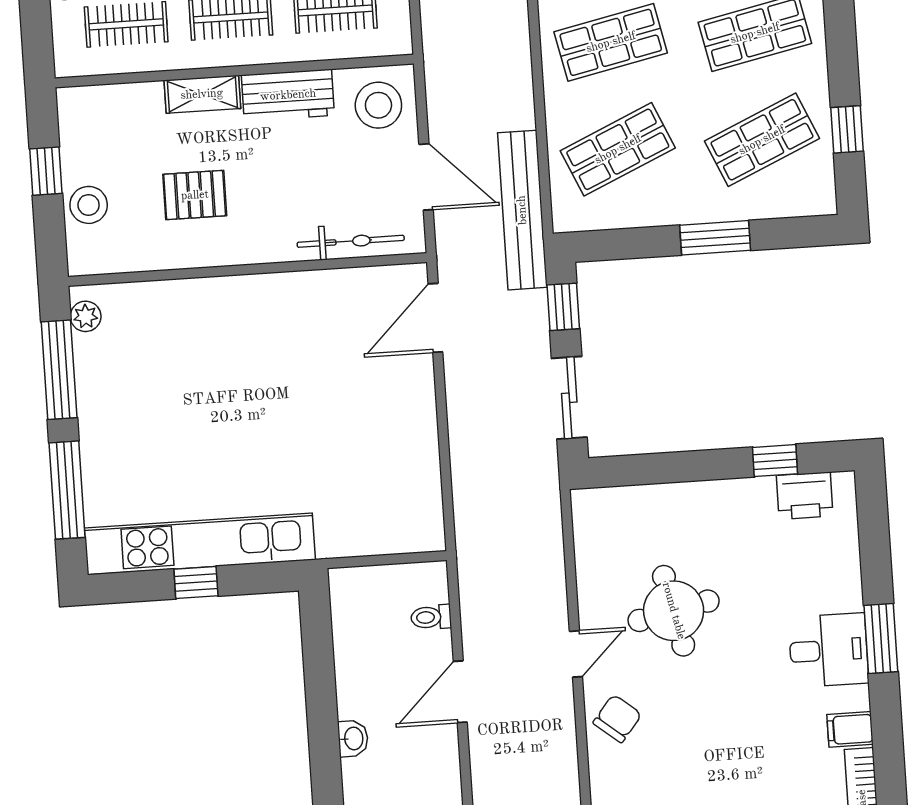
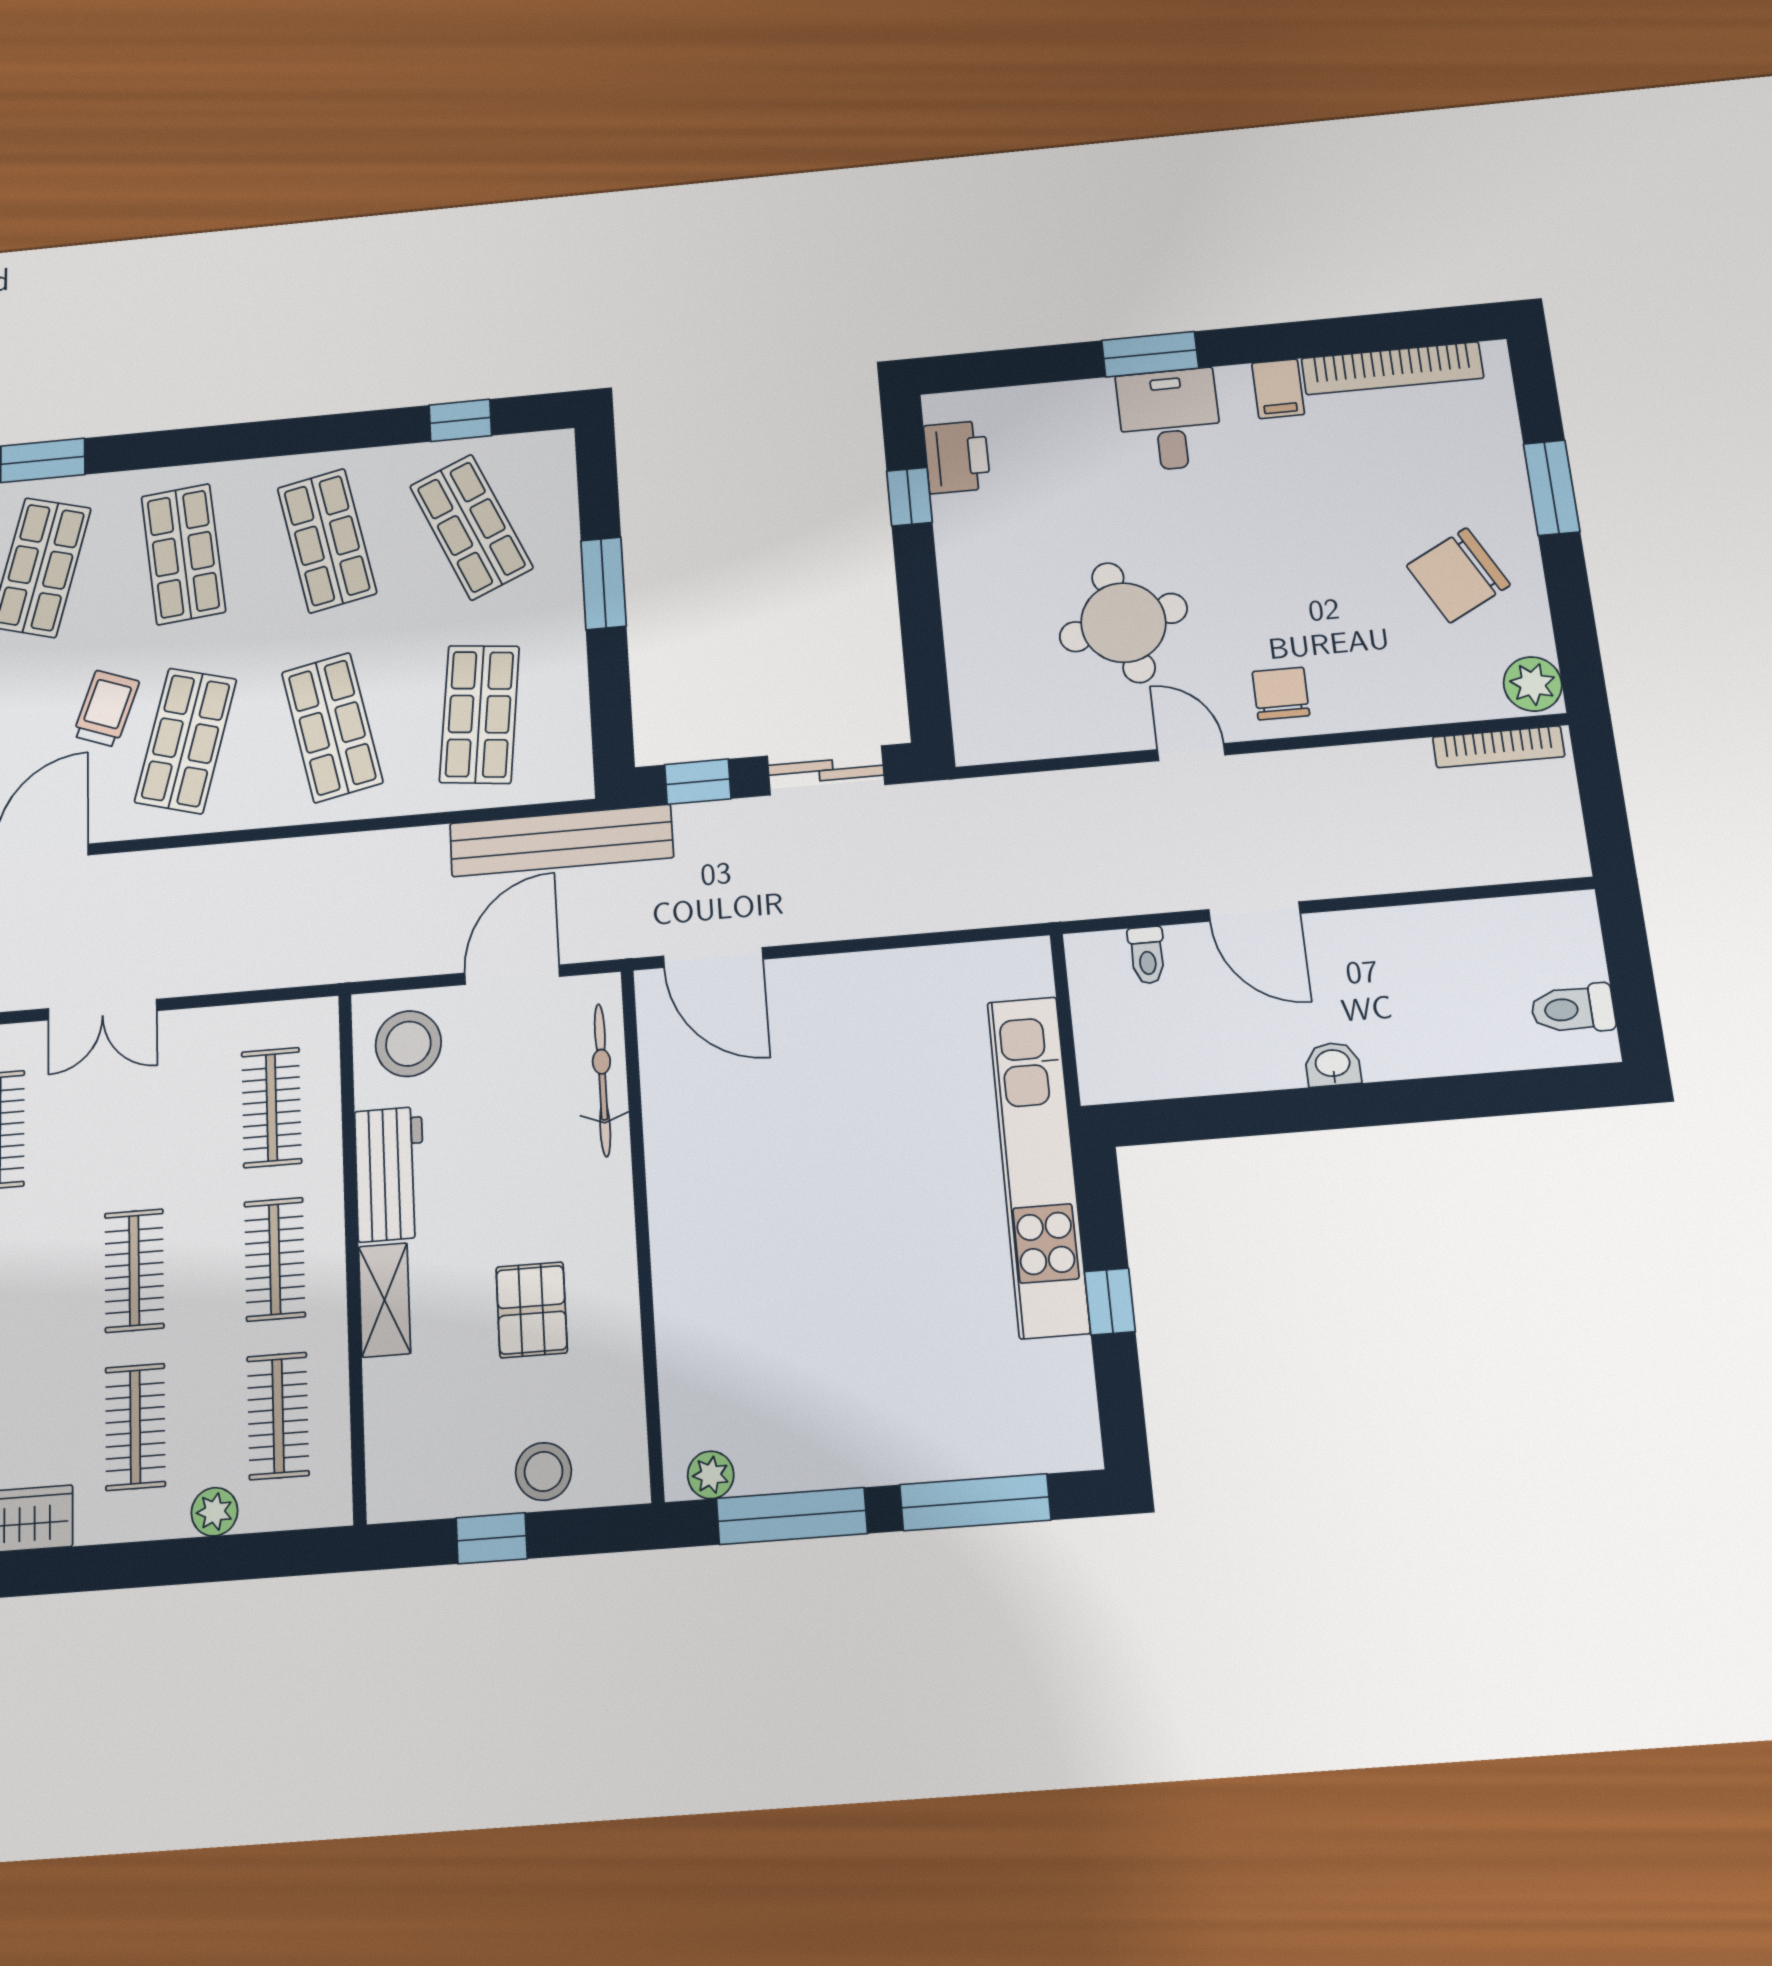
shop shelf: (618, 149) -> (480, 714), turned 30
kitchen unit: (200, 544) -> (1038, 1165), moved
chair: (617, 719) -> (1281, 694), turned 51

